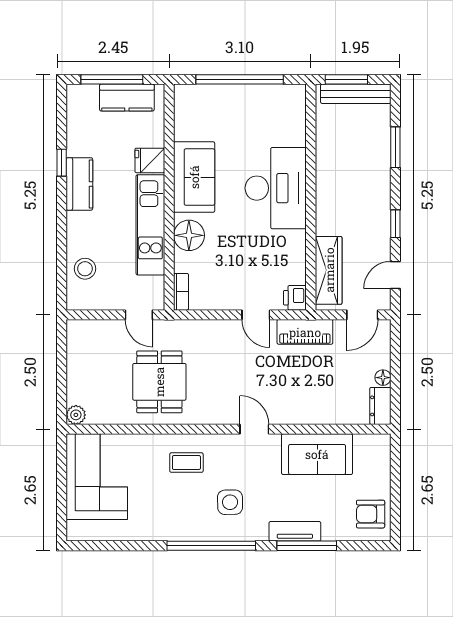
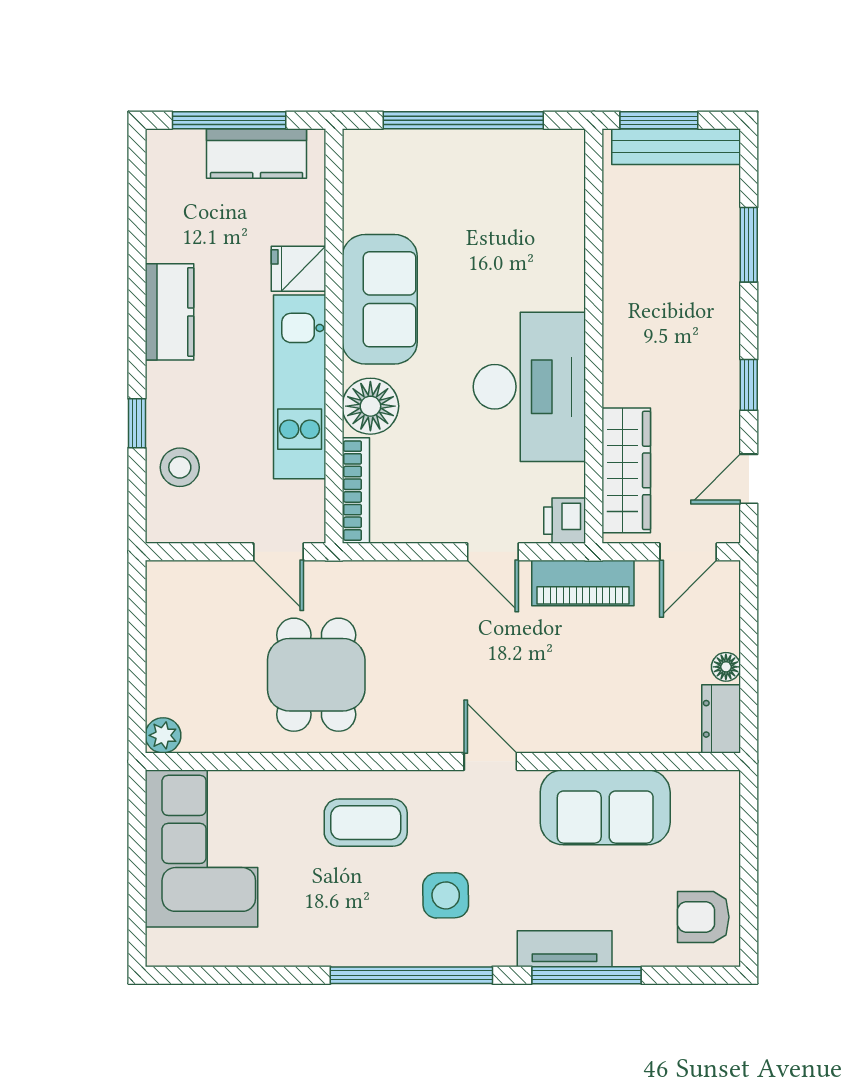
window: (62, 163) -> (137, 423), moved
desk: (276, 188) -> (529, 387), moved
bookcase: (181, 292) -> (356, 491), width x1.56
coffee table: (186, 463) -> (366, 823), width x1.36, depth x1.30

